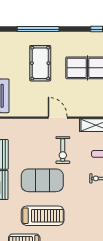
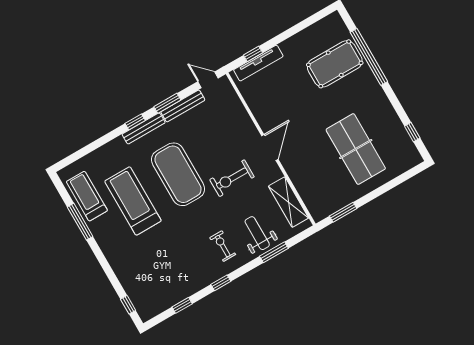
pool table: (40, 63) -> (335, 64), moved
treadmill: (43, 216) -> (133, 201), turned 180

